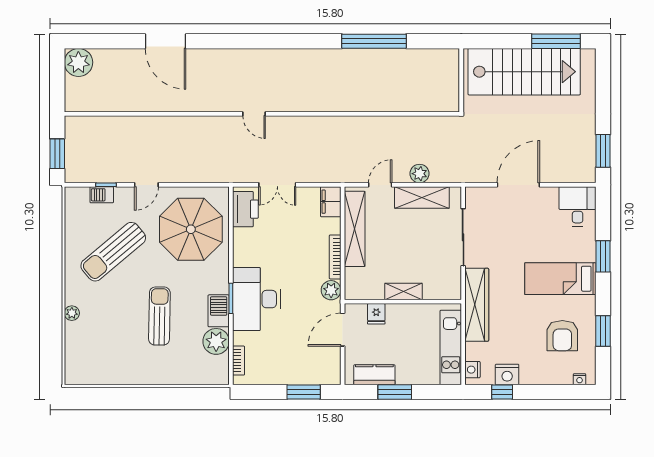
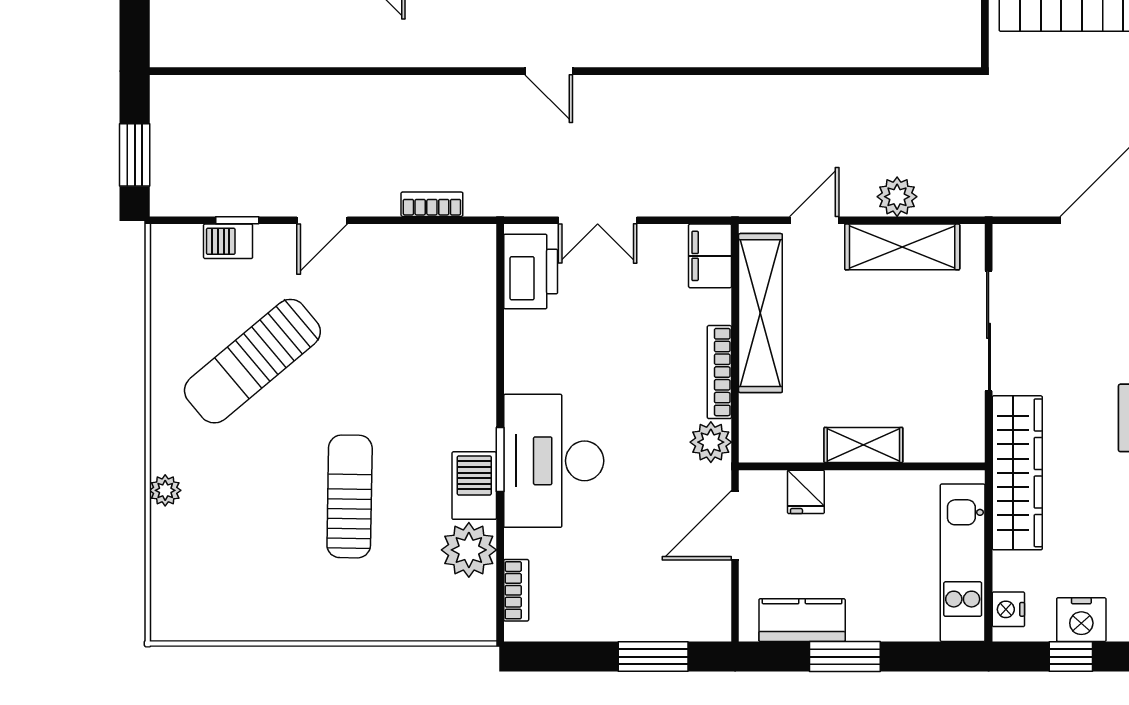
bookcase: (199, 177) -> (432, 204), added
parasol: (191, 229) -> (416, 314), removed

